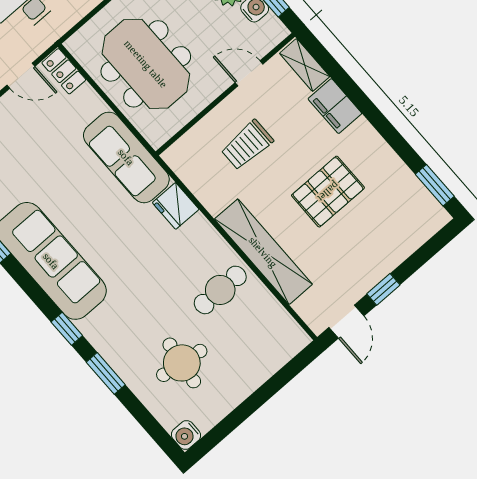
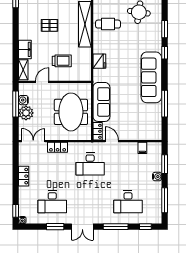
door: (249, 73) -> (42, 82), swing flipped
sofa: (126, 157) -> (101, 102), moved
pallet: (328, 192) -> (50, 25), width x0.67, depth x0.71

